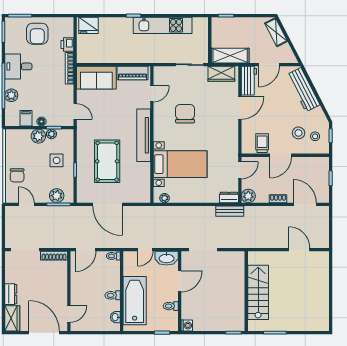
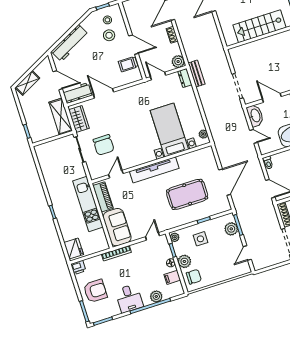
kitchen unit: (163, 25) -> (88, 204), moved, turned 180
printer: (67, 44) -> (78, 267), moved
door: (152, 94) -> (116, 174), hinge flipped
chair: (185, 114) -> (104, 145), moved, turned -90
plant: (51, 134) -> (175, 237), moved
chair: (17, 175) -> (194, 277), moved

